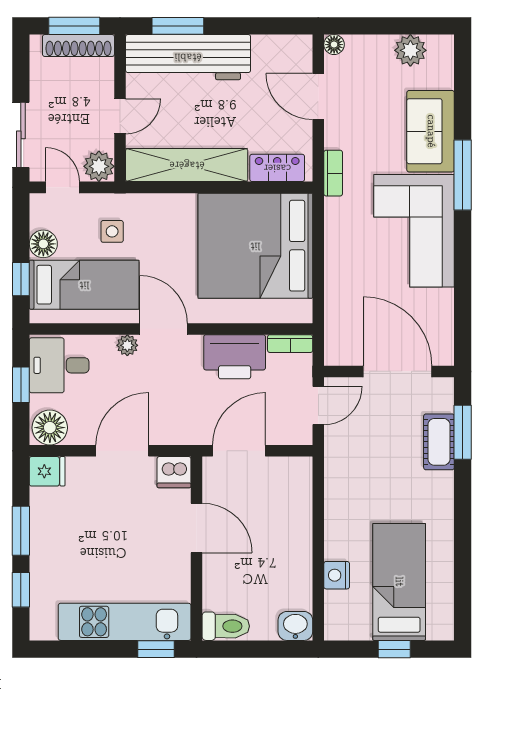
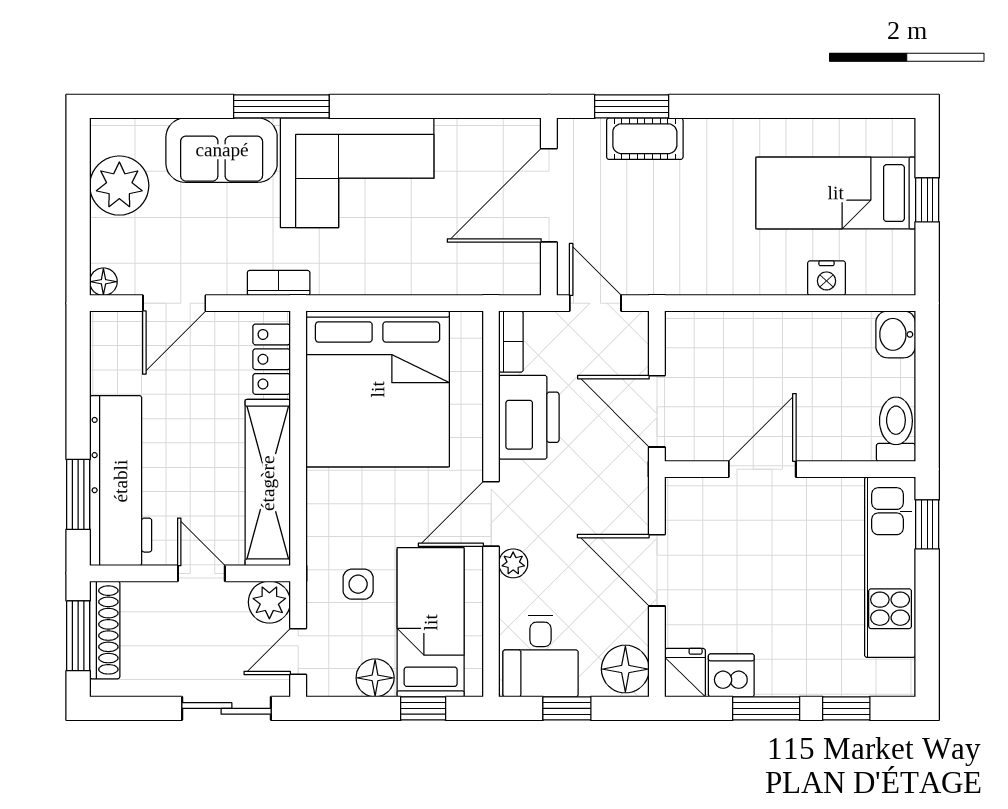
plant: (410, 50) -> (119, 186), width x1.36, depth x1.36
dishwasher: (174, 472) -> (731, 675), moved, turned -90

